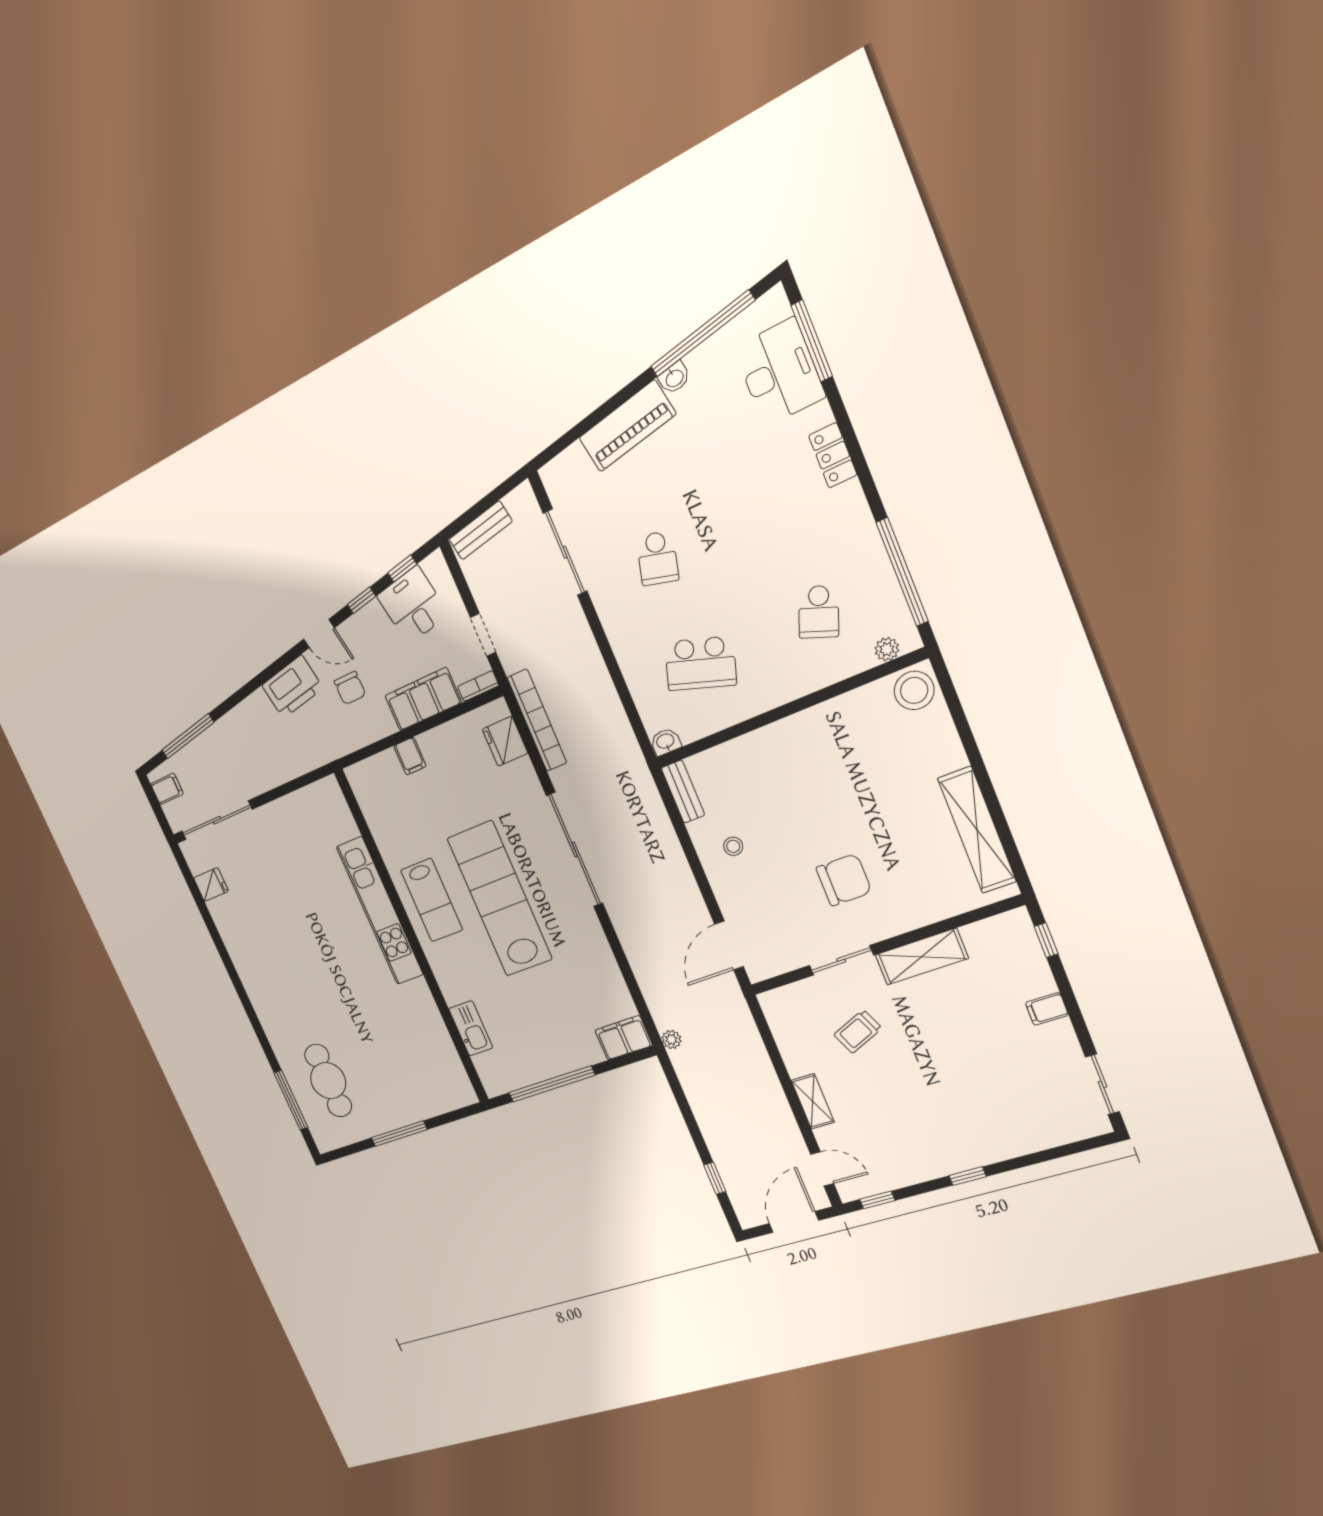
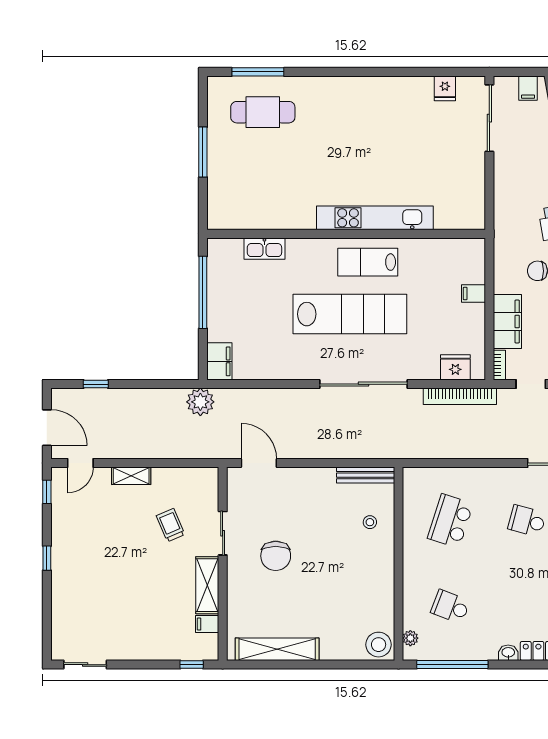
washbasin: (665, 742) -> (508, 653), moved, turned -90
bench: (683, 792) -> (366, 475), width x1.36
stool: (733, 846) -> (370, 522), moved
filing cabinet: (1047, 1009) -> (207, 624), moved, turned -90
plant: (671, 1039) -> (200, 402), width x1.87, depth x1.87

